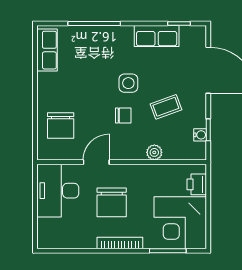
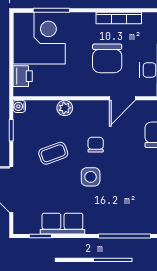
chair: (123, 115) -> (96, 145), turned 90
water cooler: (200, 135) -> (19, 106), moved
chair: (112, 202) -> (107, 58), turned 180
bookcase: (120, 243) -> (119, 18), moved

